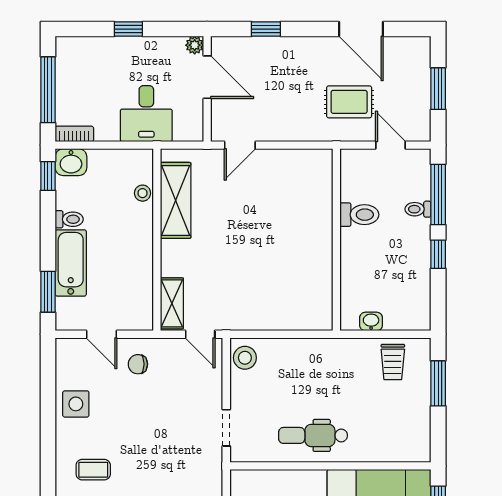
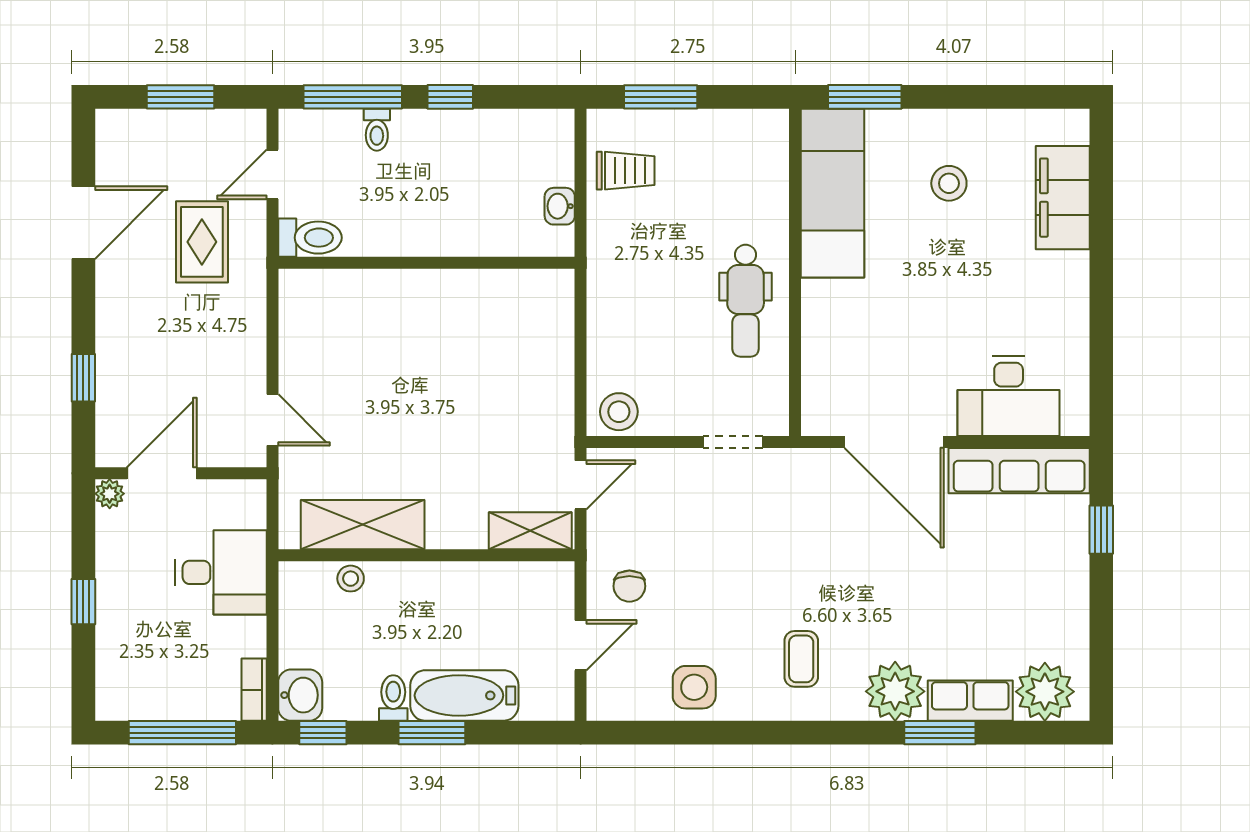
toilet: (359, 215) -> (310, 238), moved, turned 90
window: (48, 292) -> (432, 733), moved

